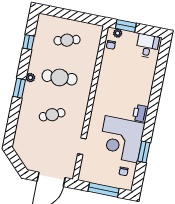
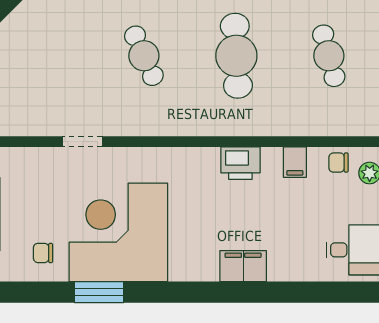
filing cabinet: (107, 62) -> (295, 162), added
filing cabinet: (145, 92) -> (243, 266), added
printer: (140, 113) -> (240, 163), moved, turned 180

